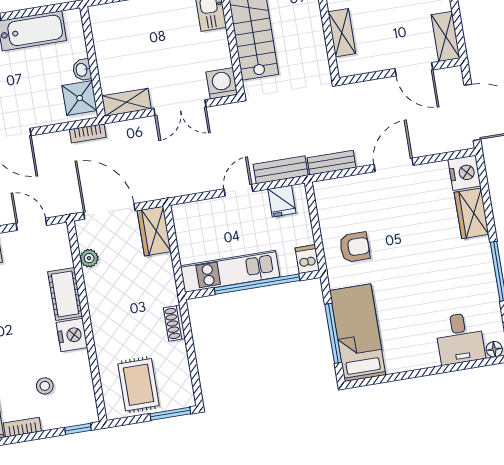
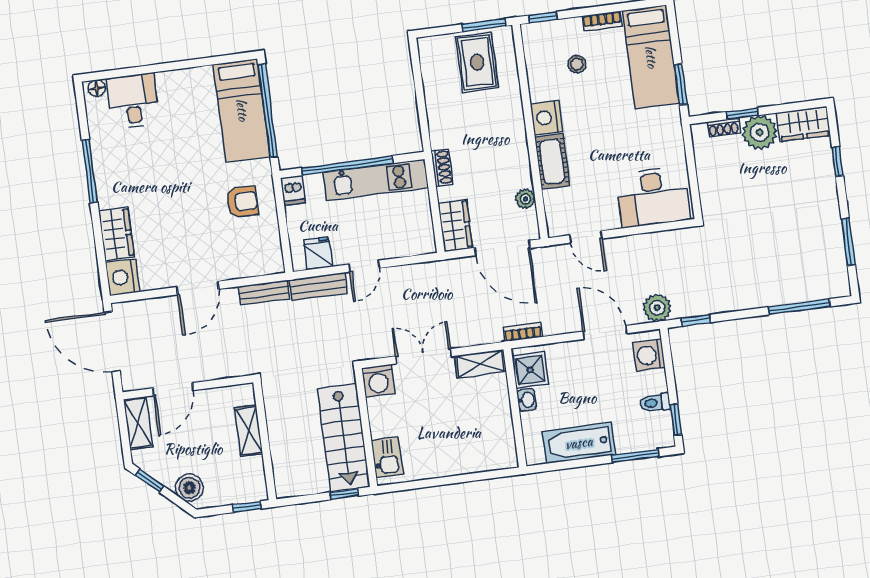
door: (414, 69) -> (173, 389), swing flipped
armchair: (355, 247) -> (242, 202), turned 180
shoe rack: (174, 323) -> (442, 167), moved
window: (333, 333) -> (268, 111), width x1.46
window: (170, 414) -> (484, 25), moved

